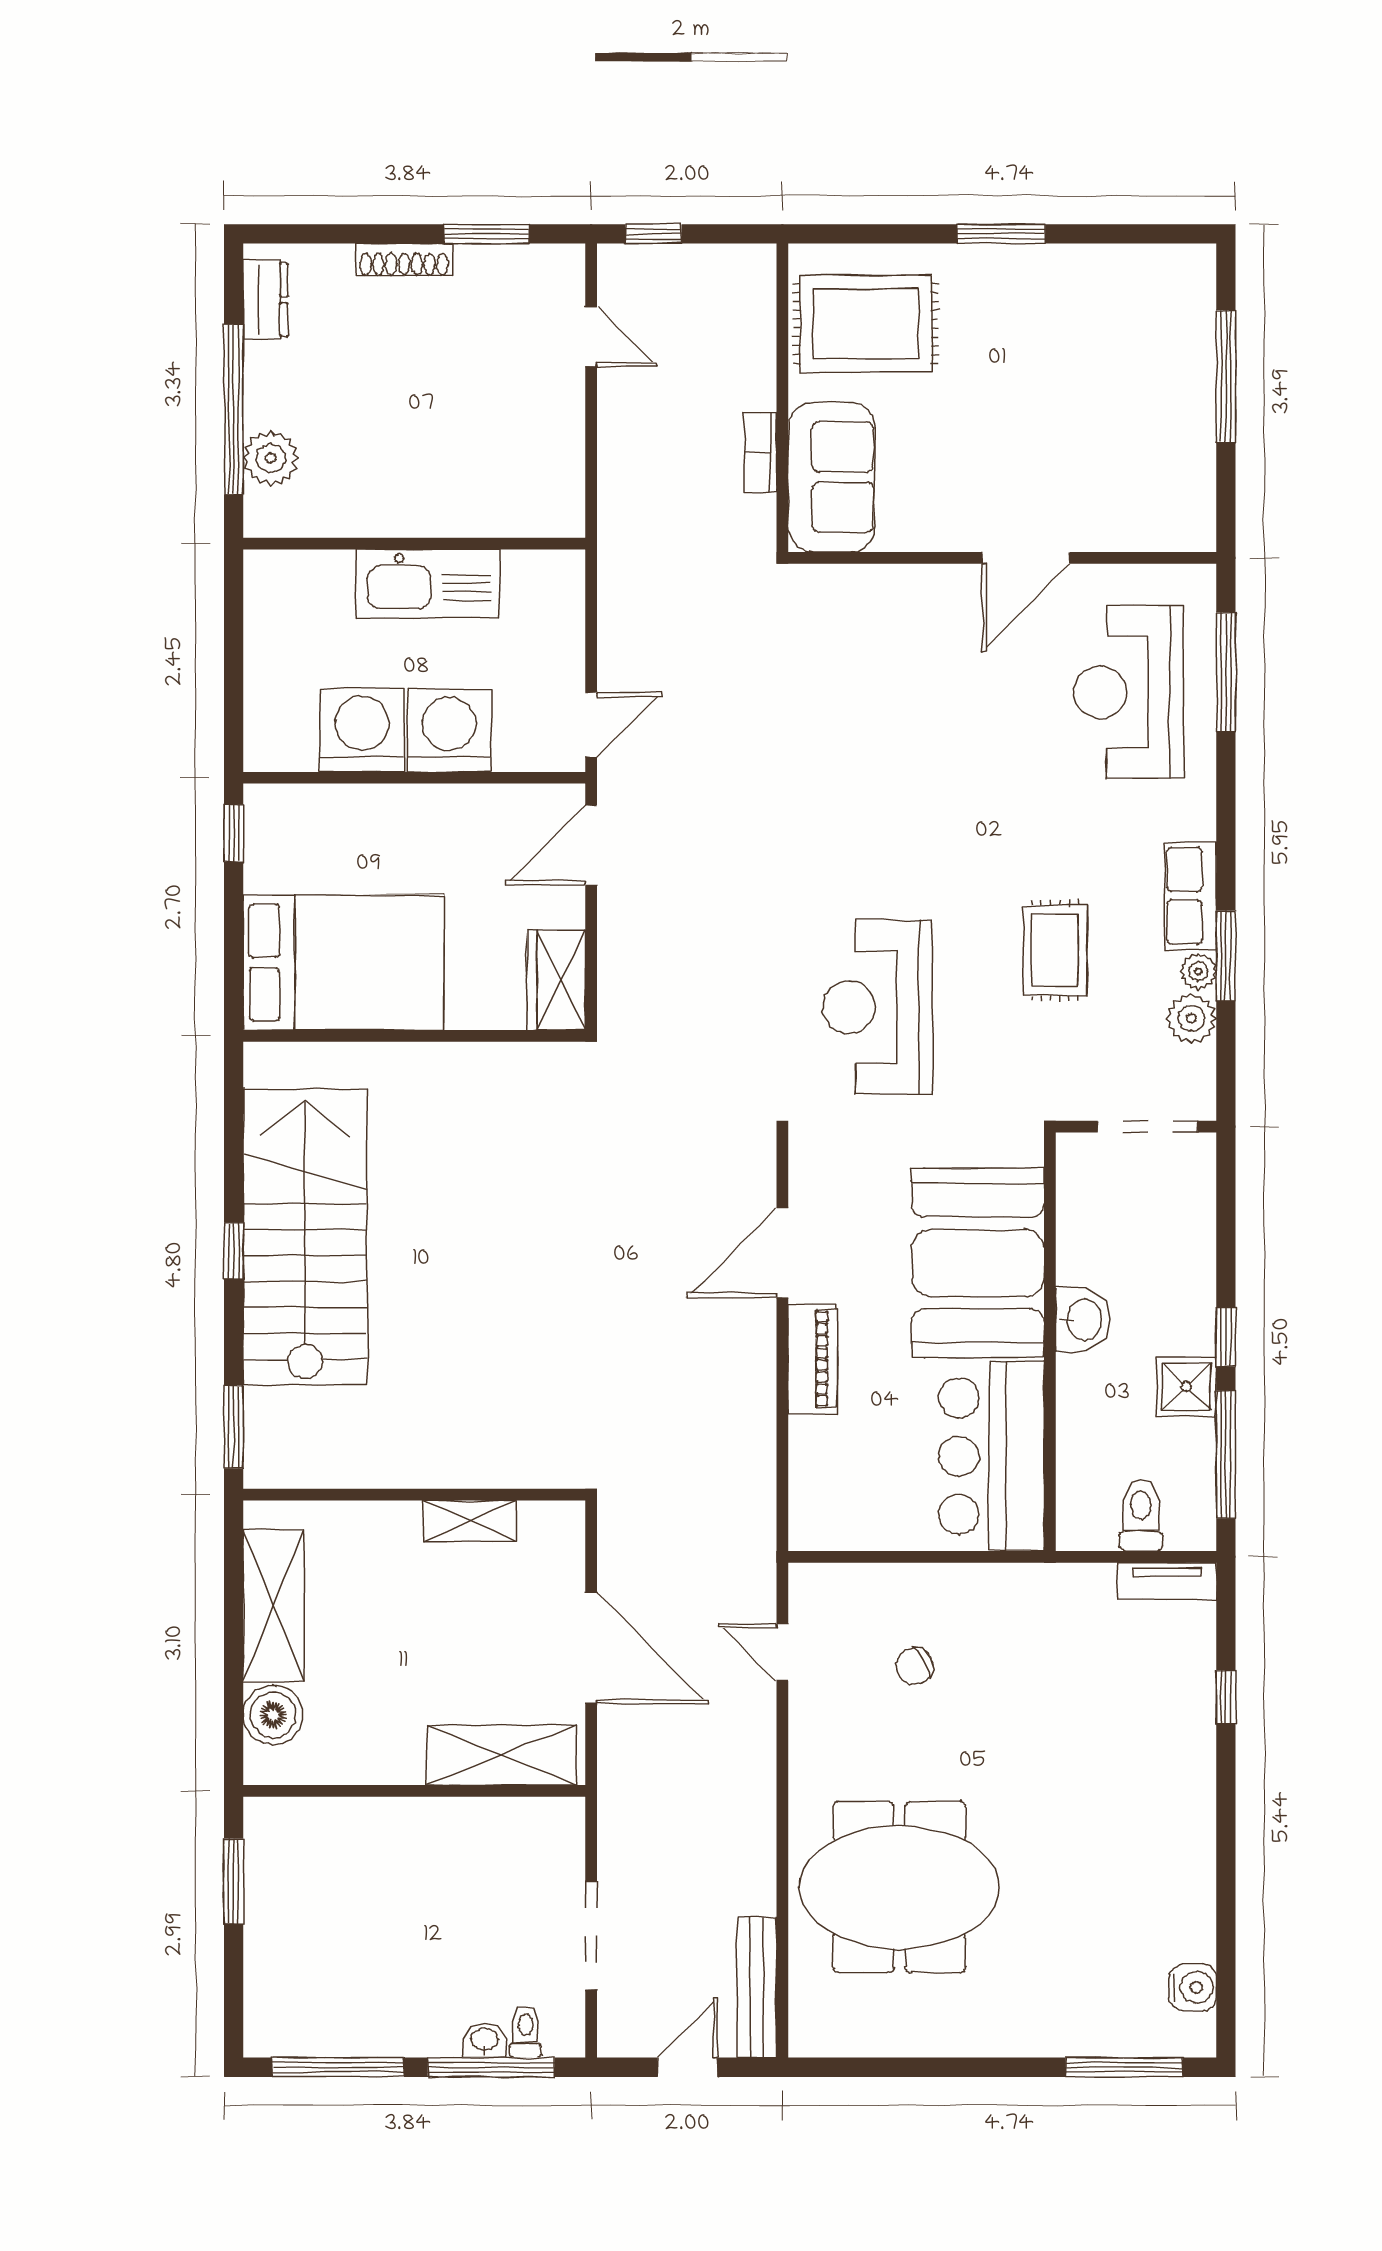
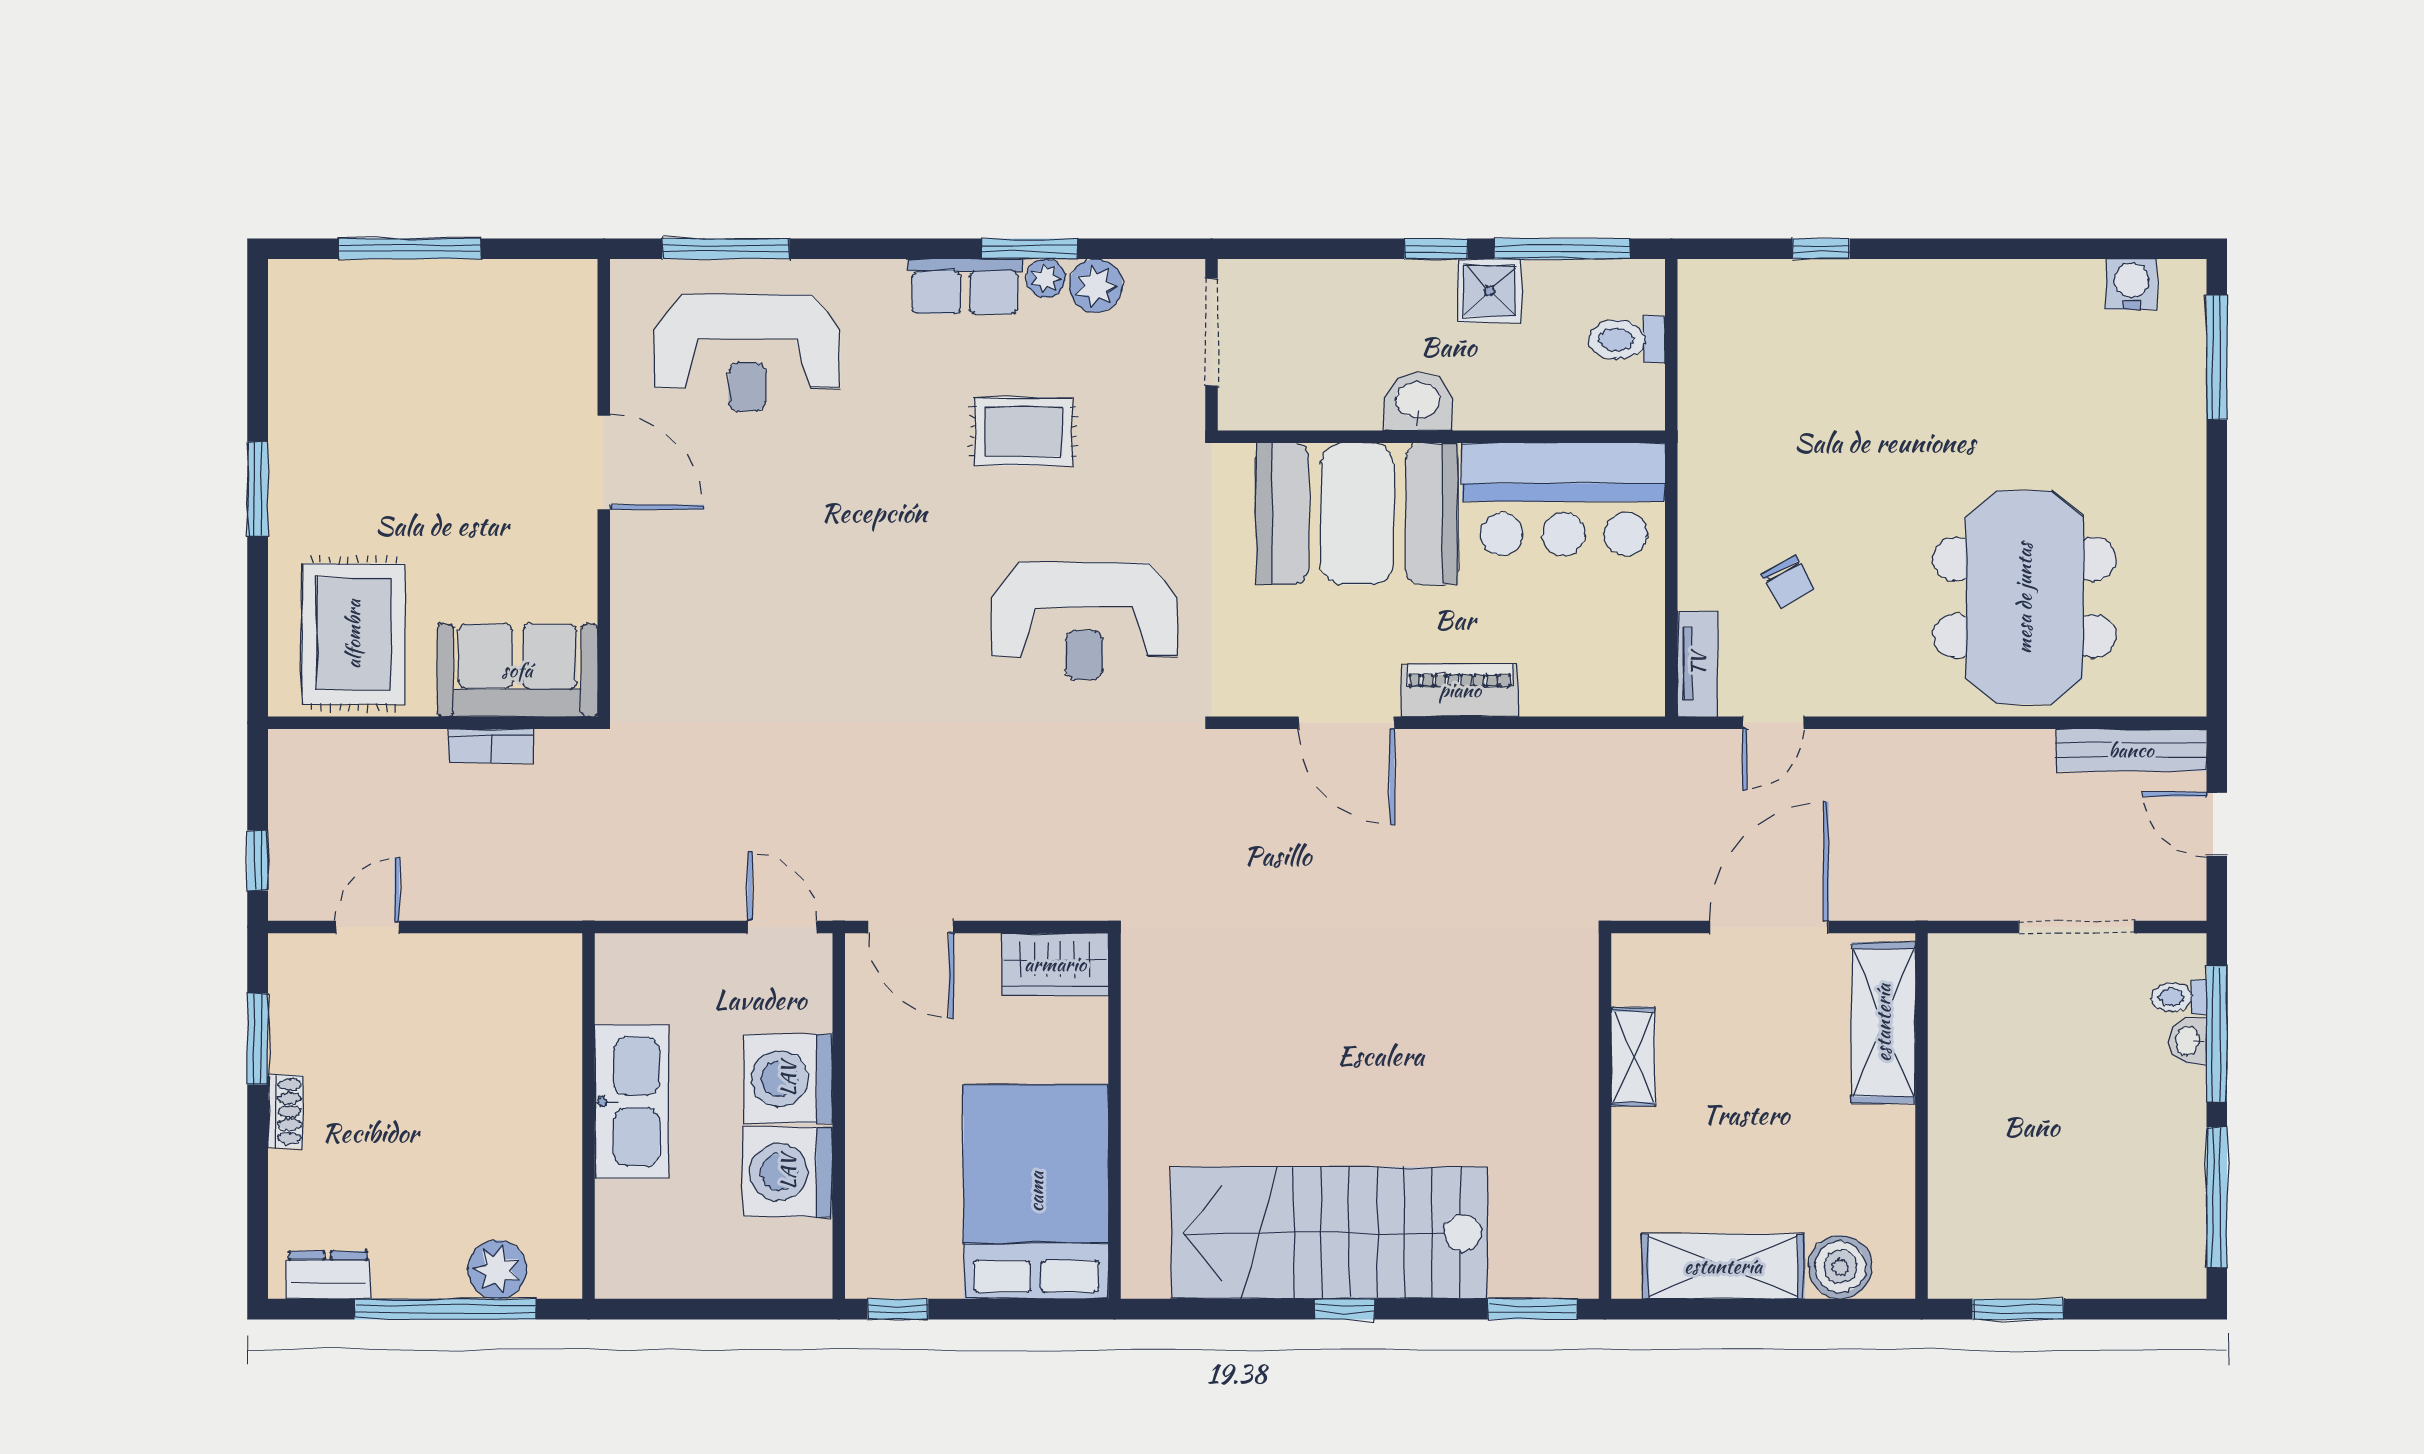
shoe rack: (404, 260) -> (285, 1111), width x0.70
tv unit: (1167, 1581) -> (1698, 664), moved

